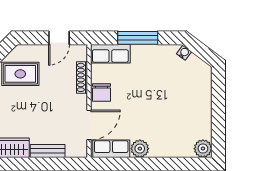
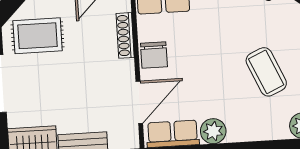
coffee table: (180, 109) -> (266, 72), added

